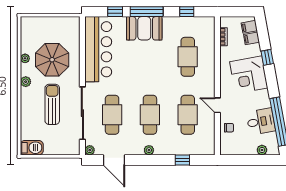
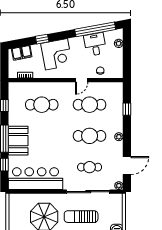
cafe table: (112, 115) -> (90, 167), width x0.73, depth x0.74

